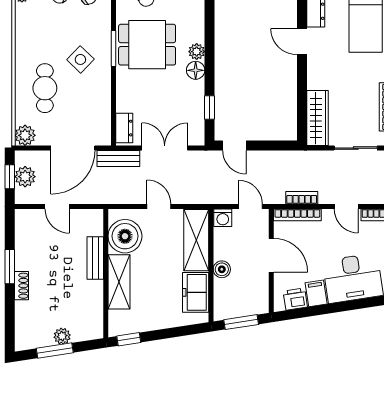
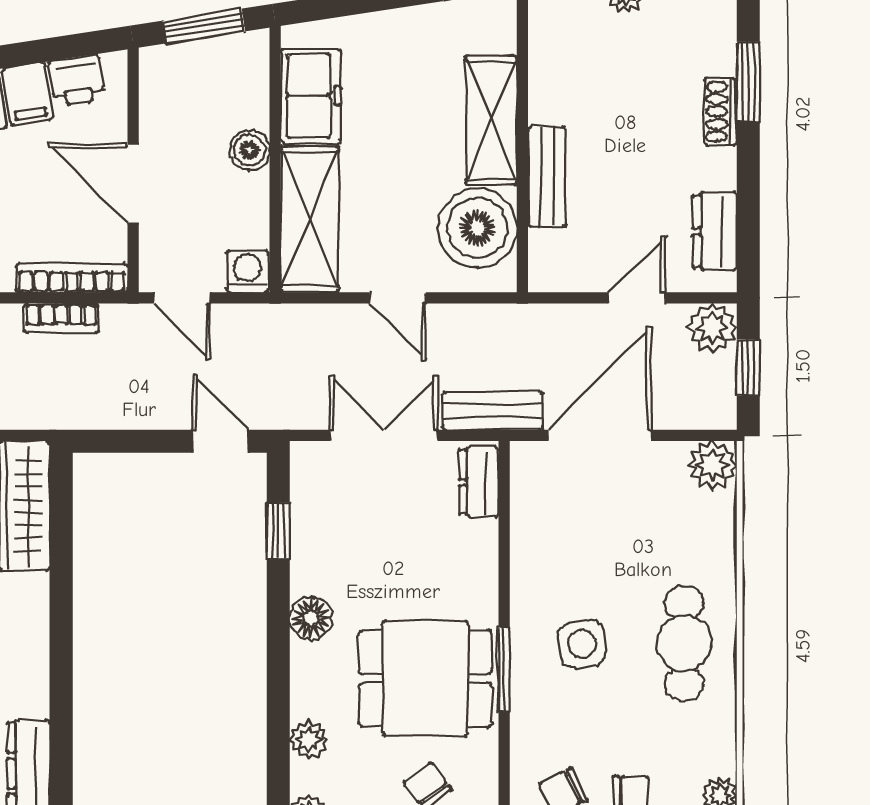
door: (302, 42) -> (61, 685), removed
plant: (197, 52) -> (309, 740), moved
side table: (80, 59) -> (582, 644), turned 37
cafe table: (45, 88) -> (684, 643), moved
double door: (165, 148) -> (384, 435), swing flipped
plant: (25, 177) -> (712, 328), moved
door: (57, 206) -> (637, 298), hinge flipped
dresser: (24, 235) -> (715, 231), added
window: (10, 267) -> (748, 82), moved

